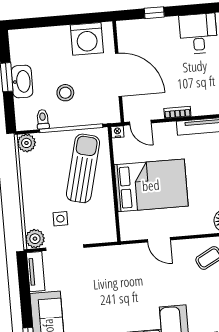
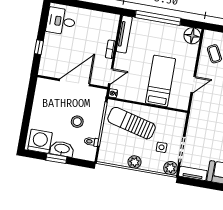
washing machine: (87, 39) -> (40, 141), moved, turned -90
plant: (26, 143) -> (134, 162), moved
bed: (151, 185) -> (161, 81), width x0.67

